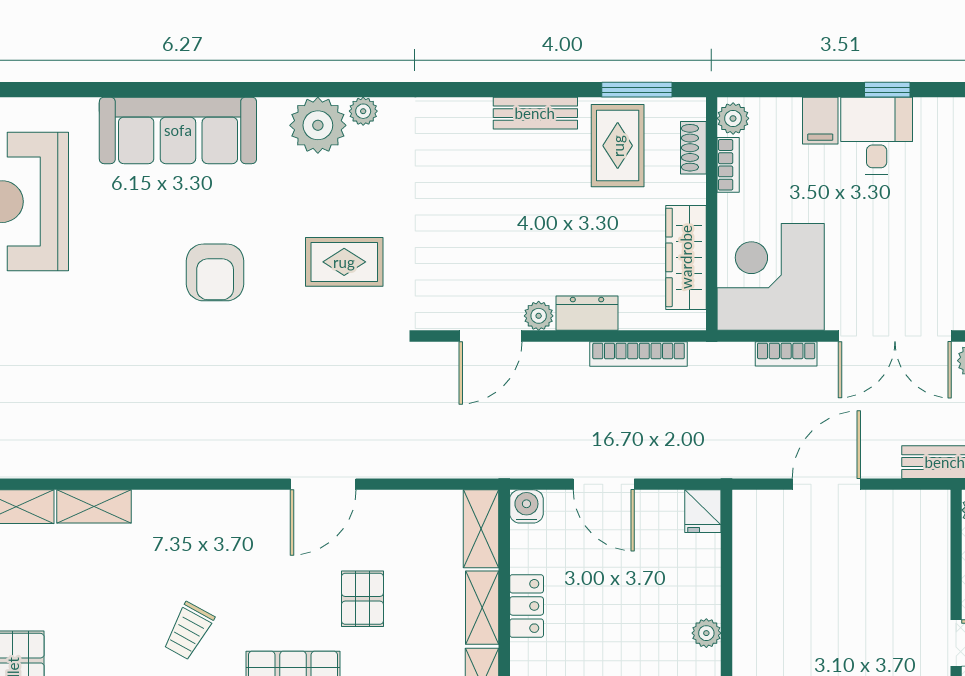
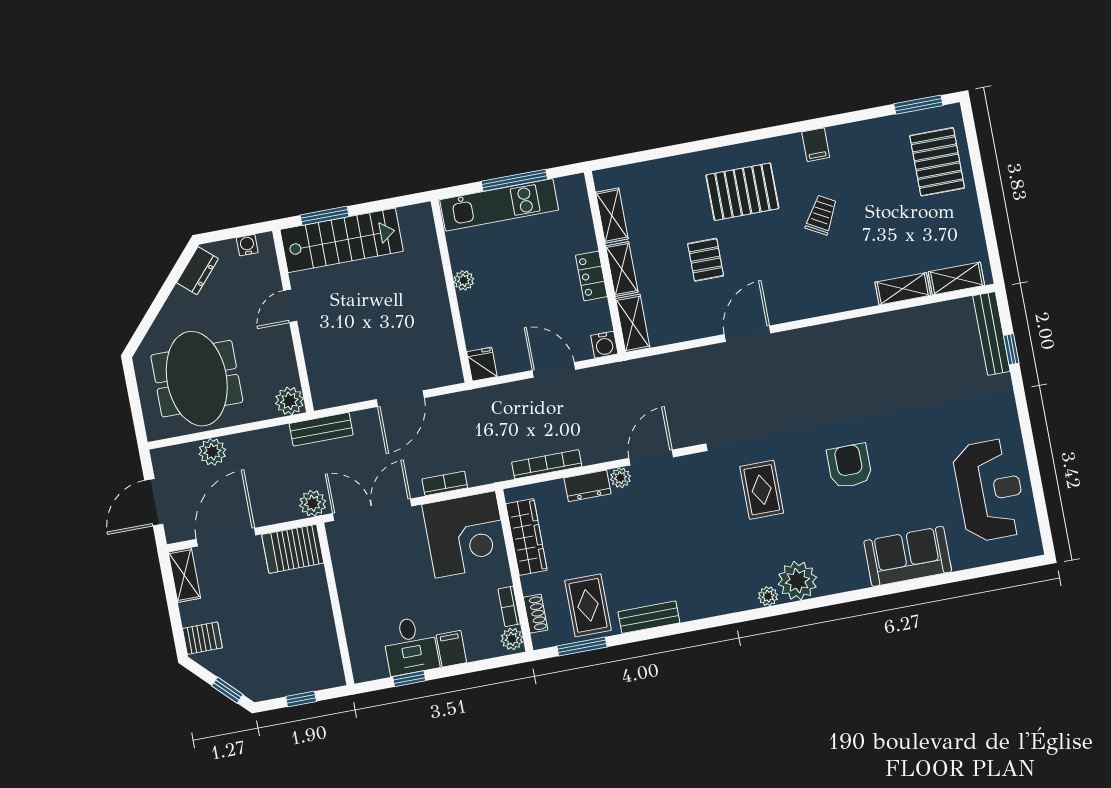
sofa: (178, 130) -> (908, 556), width x0.73
rug: (344, 262) -> (762, 490), turned 90

